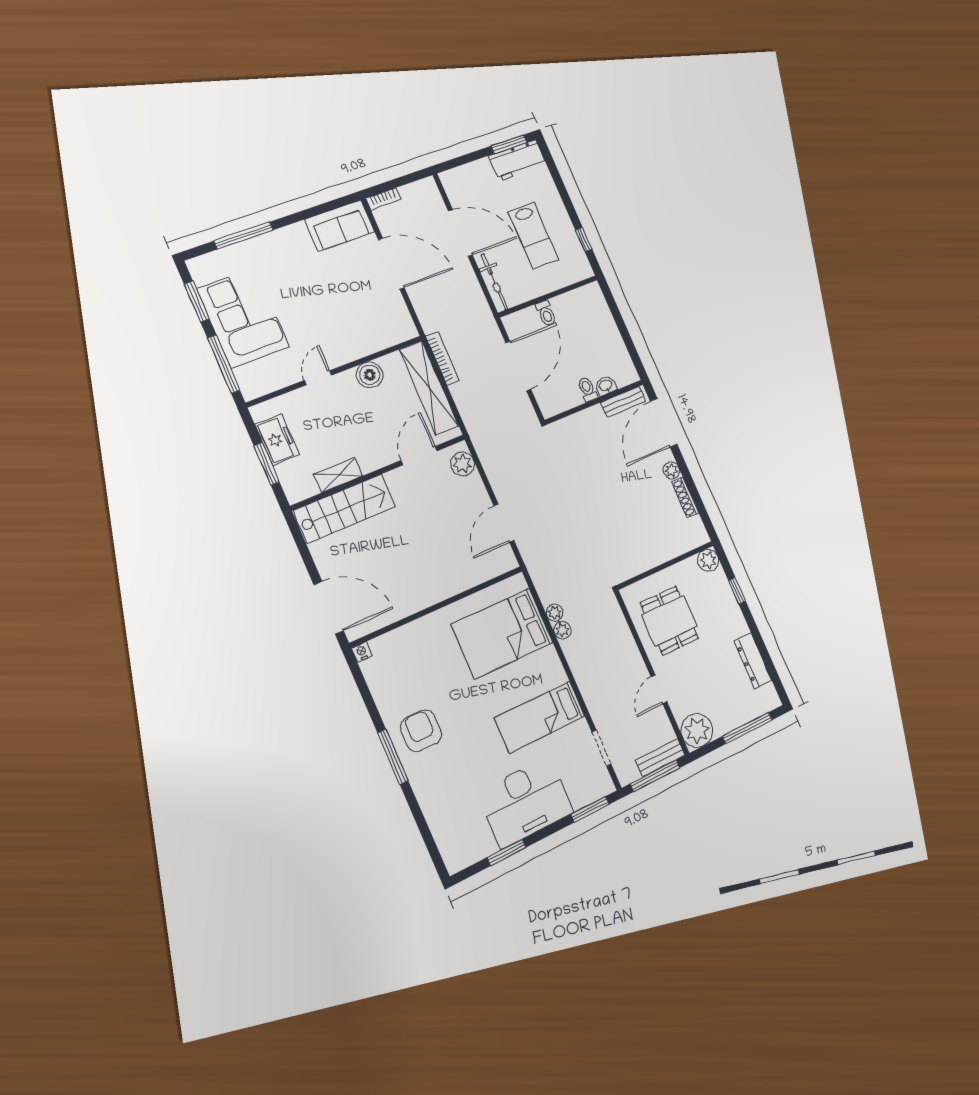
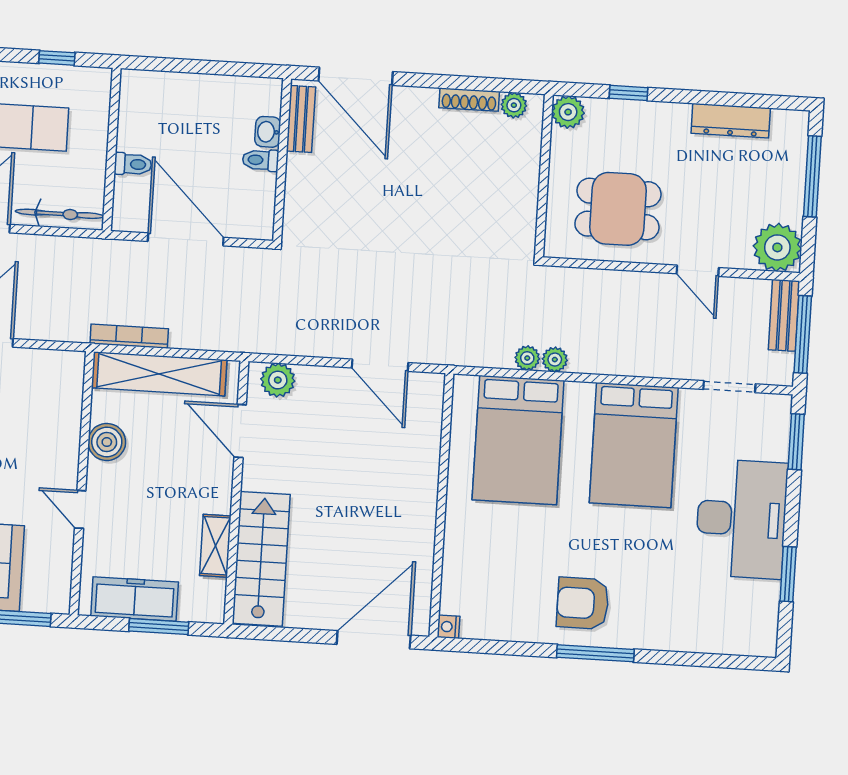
freezer: (277, 440) -> (135, 599), width x1.40
plant: (671, 470) -> (514, 105), moved
bed: (540, 717) -> (634, 445), width x1.50

